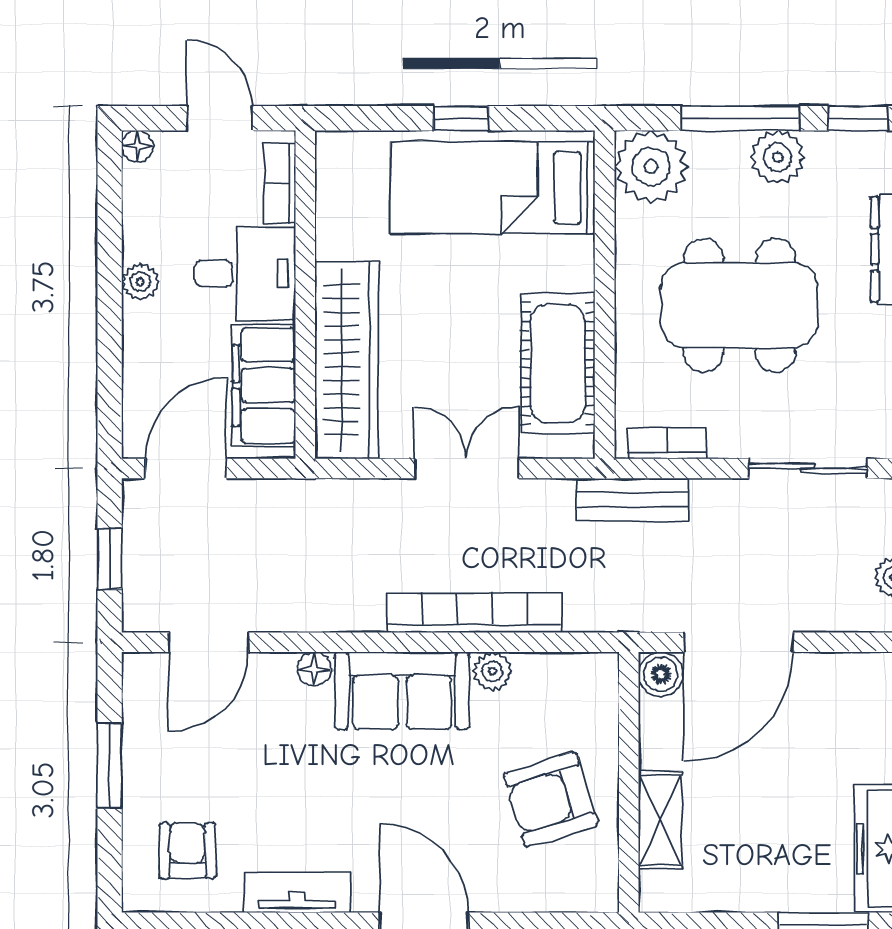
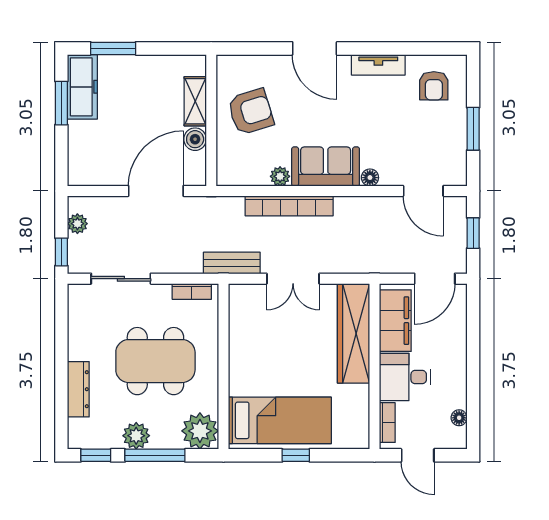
floor lamp: (137, 146) -> (459, 418), moved
plant: (140, 281) -> (458, 373), removed
cot: (558, 364) -> (247, 332), removed
bench: (632, 500) -> (232, 263), moved
door: (208, 642) -> (423, 191), swing flipped
boiler: (661, 674) -> (195, 139), moved

